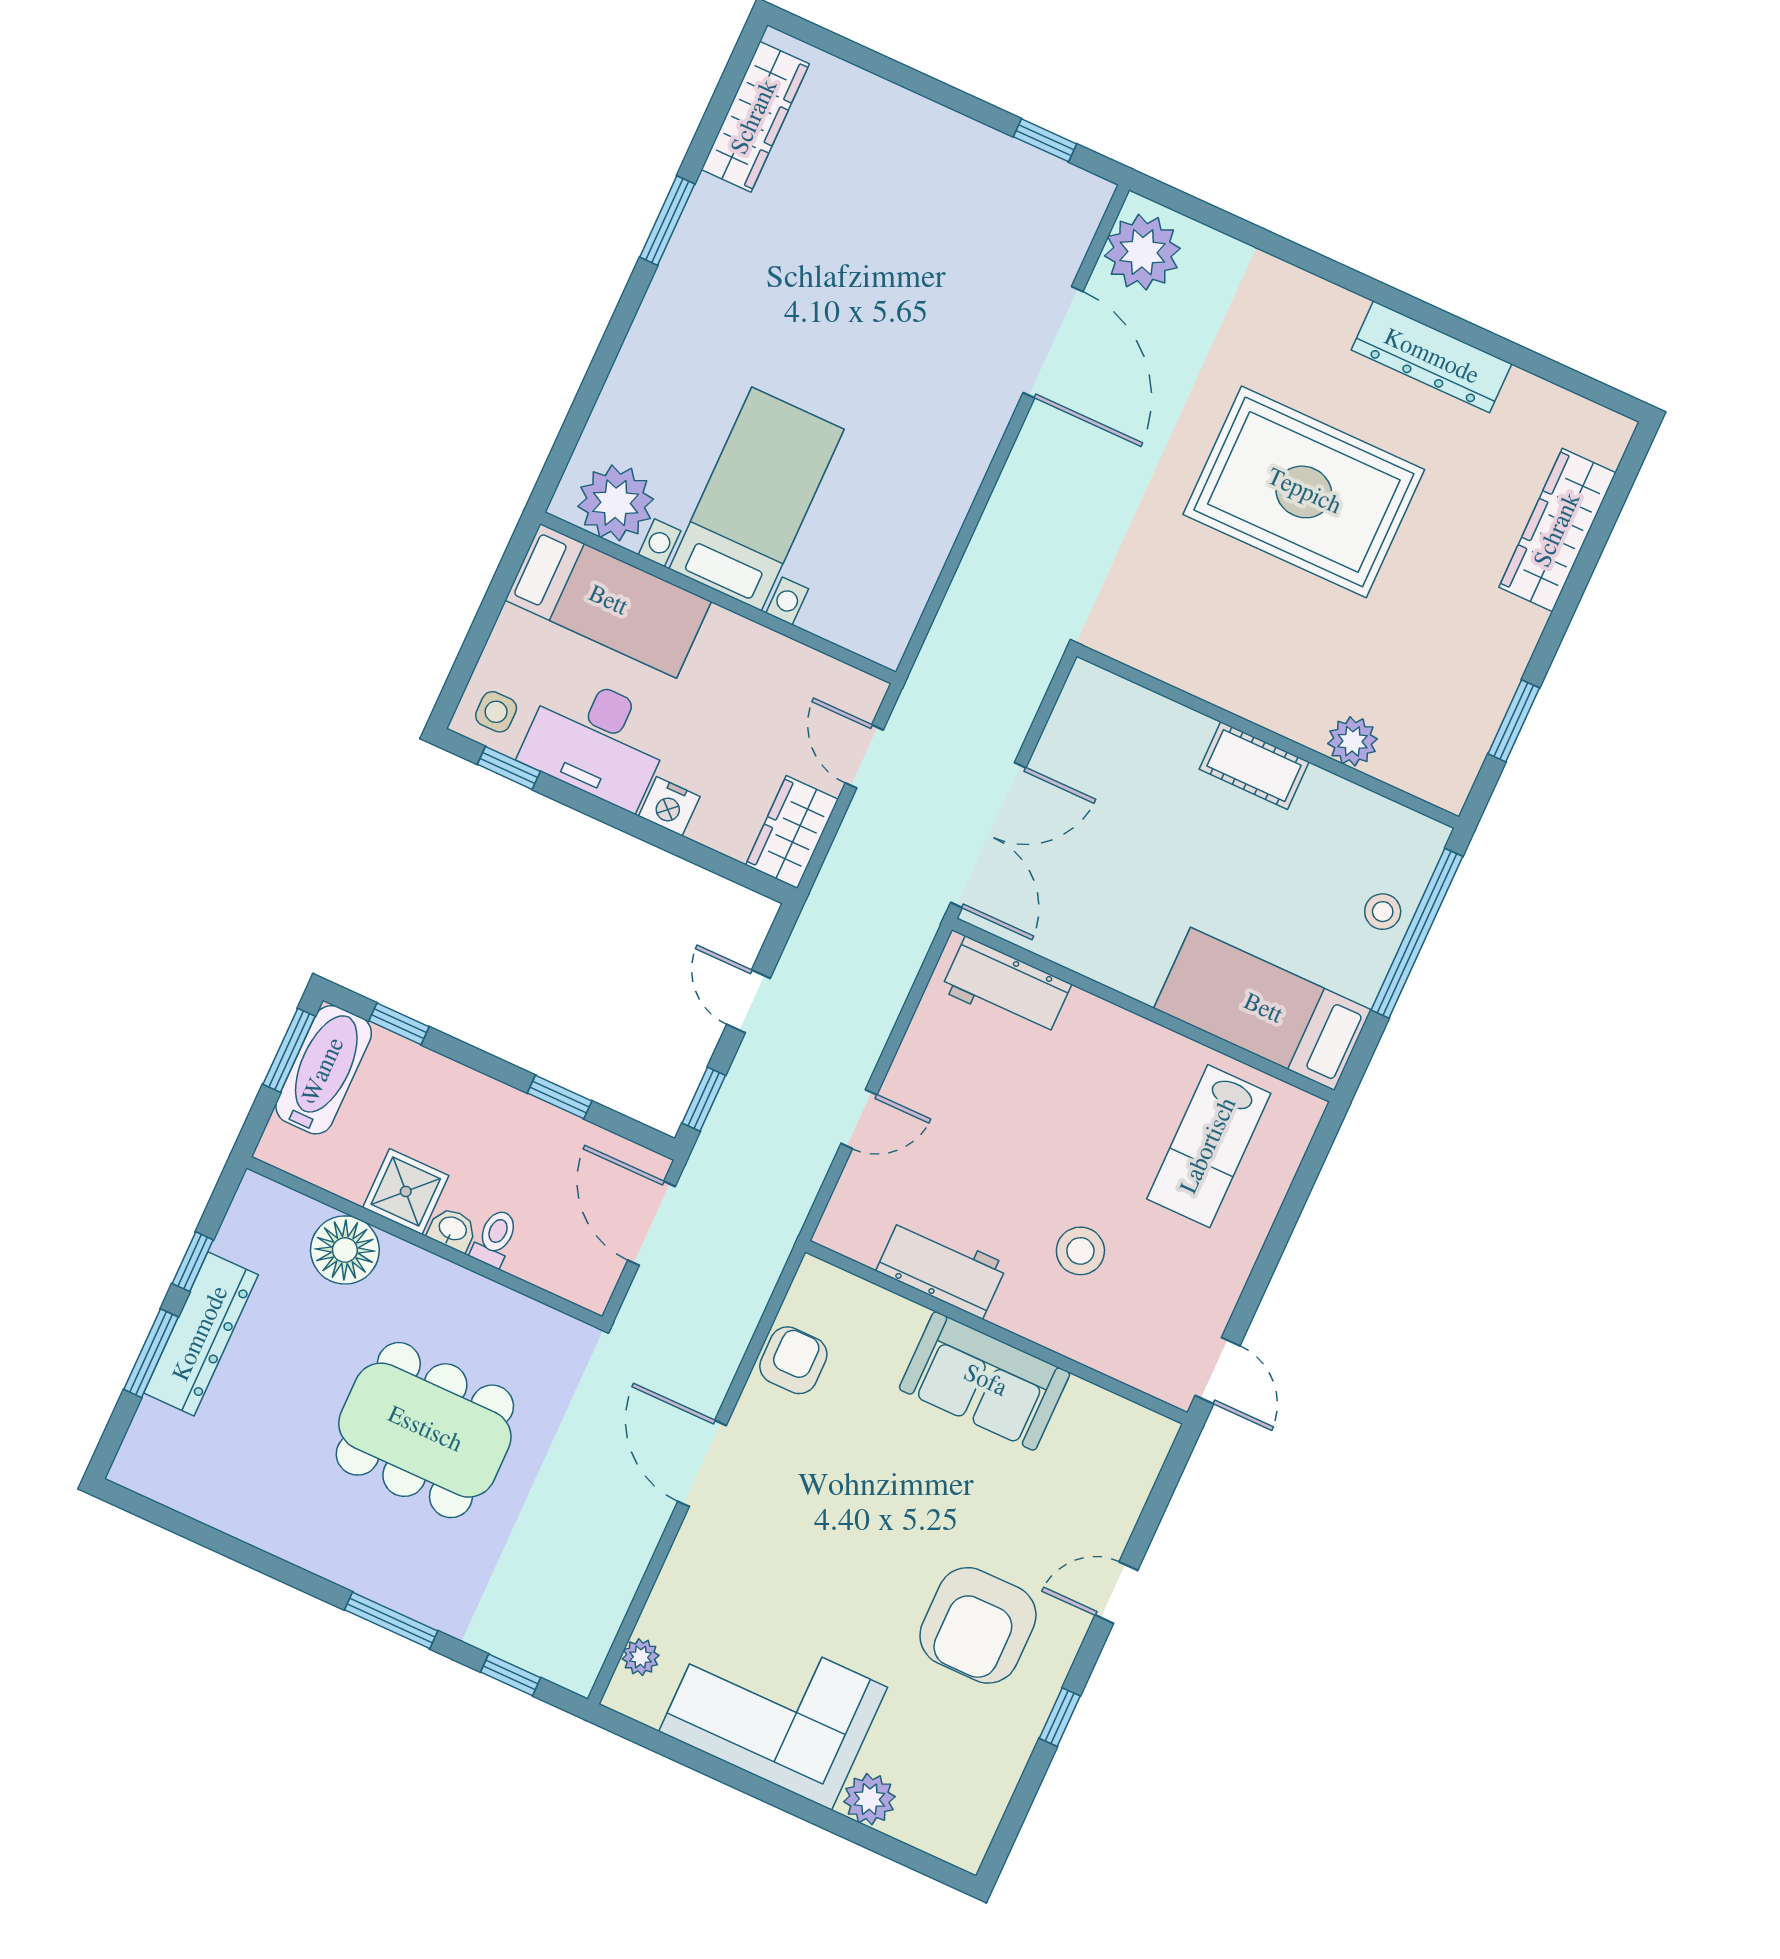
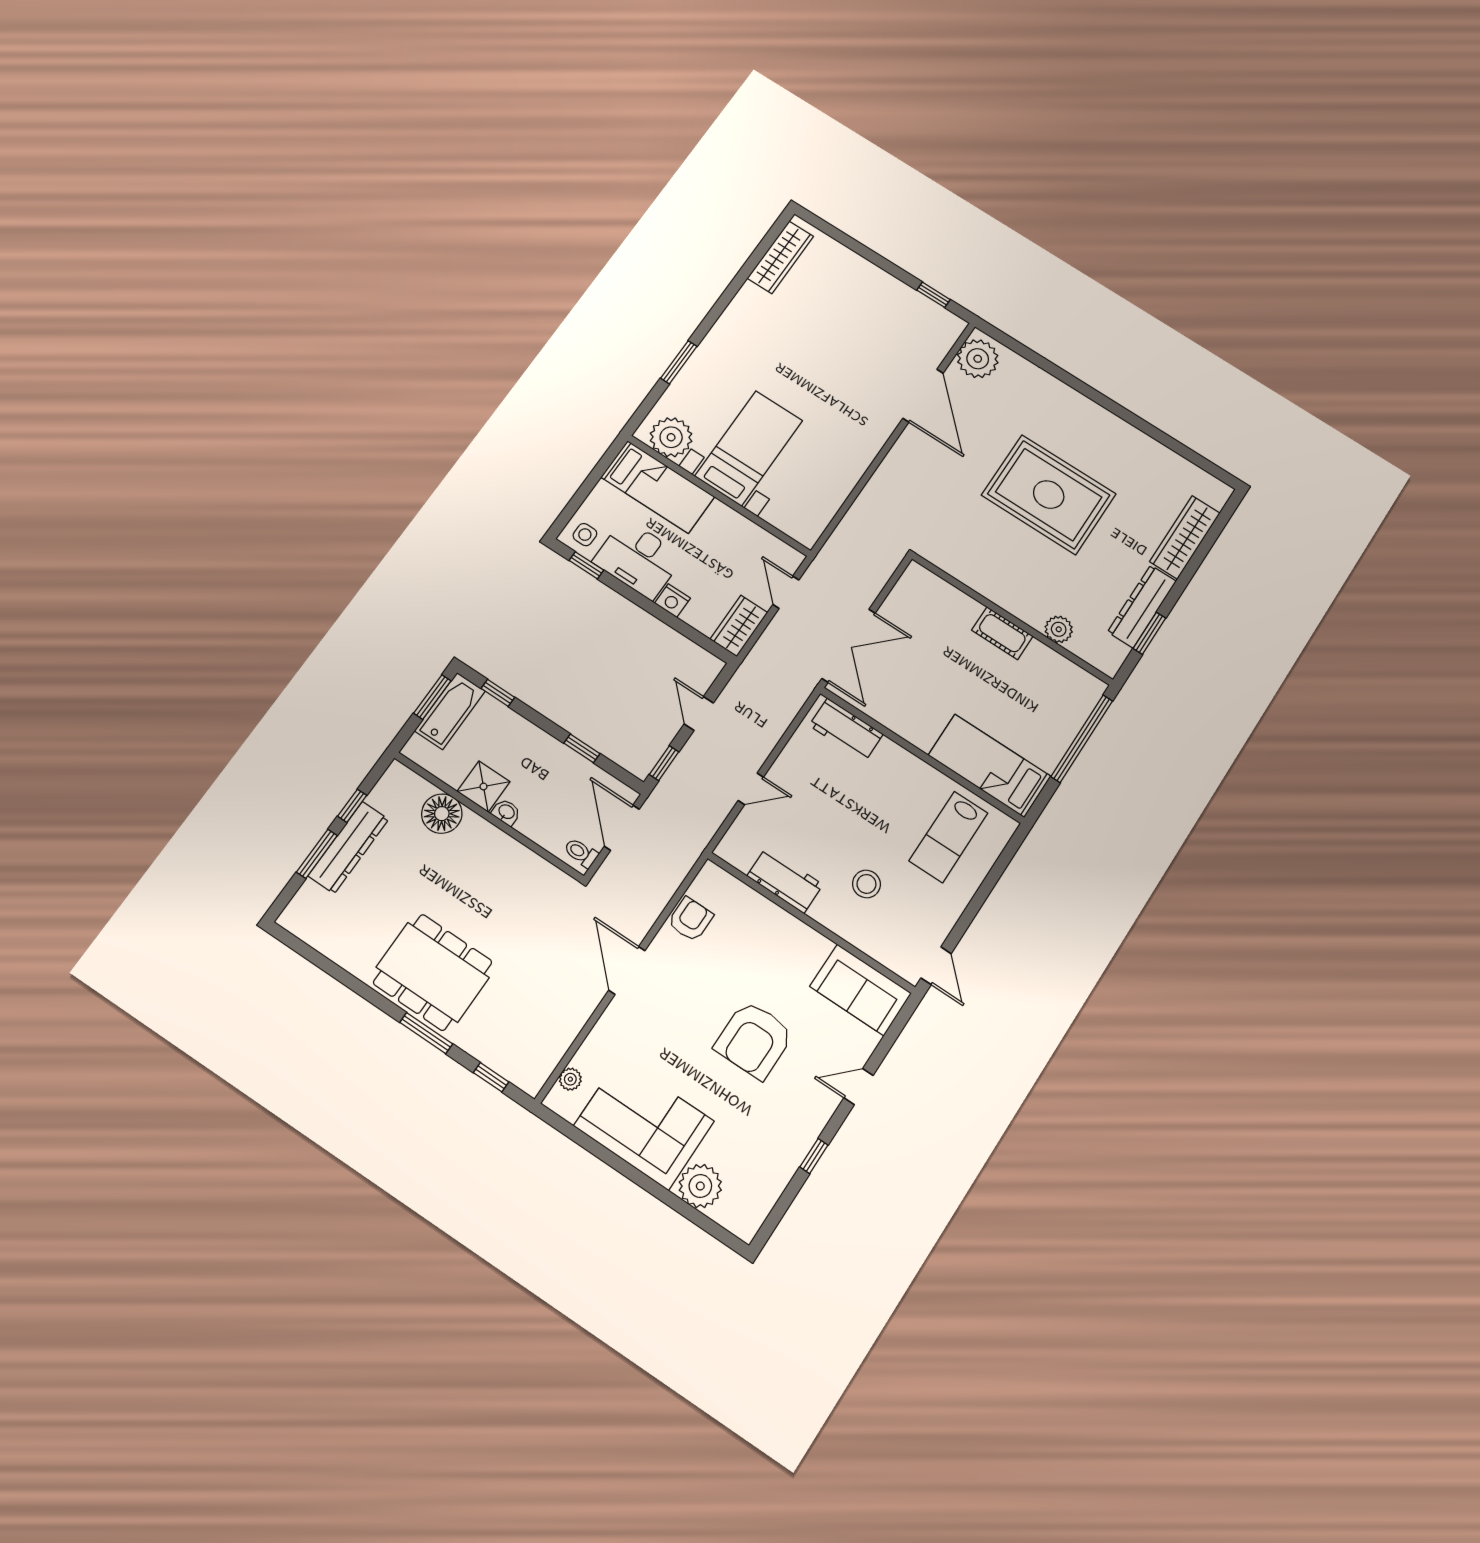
window: (667, 221) -> (679, 362), moved
dresser: (1431, 357) -> (1142, 606), moved, turned 90
stool: (1383, 912) -> (1064, 724), removed
toilet: (495, 1238) -> (581, 853), moved, turned -90
sofa: (985, 1381) -> (861, 990), moved
dining table: (425, 1430) -> (433, 972), moved
armchair: (978, 1625) -> (754, 1040), moved
plant: (869, 1799) -> (700, 1186), width x1.36, depth x1.36

